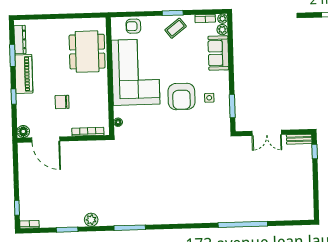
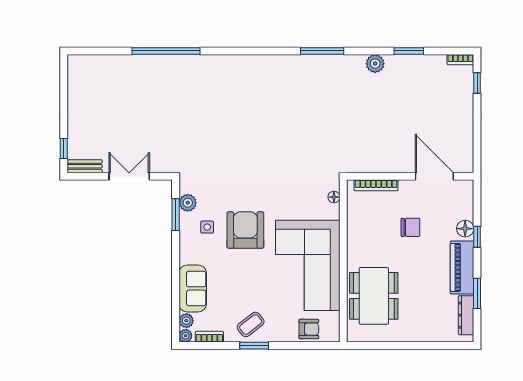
plant: (224, 115) -> (188, 203), added
floor lamp: (23, 131) -> (465, 229), moved

